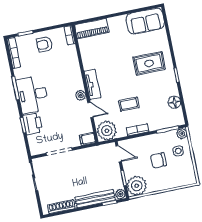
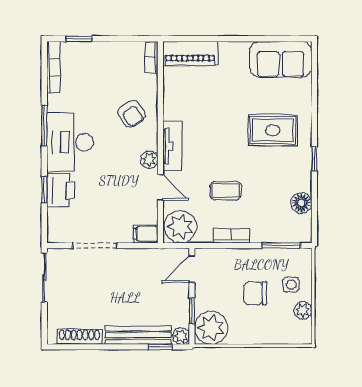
armchair: (44, 44) -> (131, 114), moved, turned -124
plant: (182, 134) -> (303, 310), moved
door: (119, 154) -> (192, 269), swing flipped

